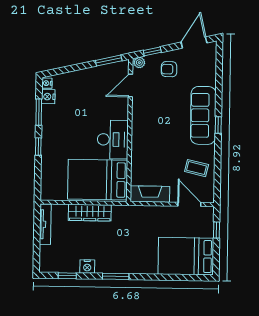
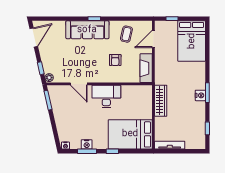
door: (194, 43) -> (34, 37), swing flipped
armchair: (169, 69) -> (115, 60), moved
door: (130, 85) -> (79, 84), moved
nightstand: (48, 97) -> (87, 144), moved
bed: (98, 180) -> (130, 134), moved, turned 90
wardrobe: (90, 213) -> (161, 101), moved
nightstand: (87, 266) -> (200, 95), moved

